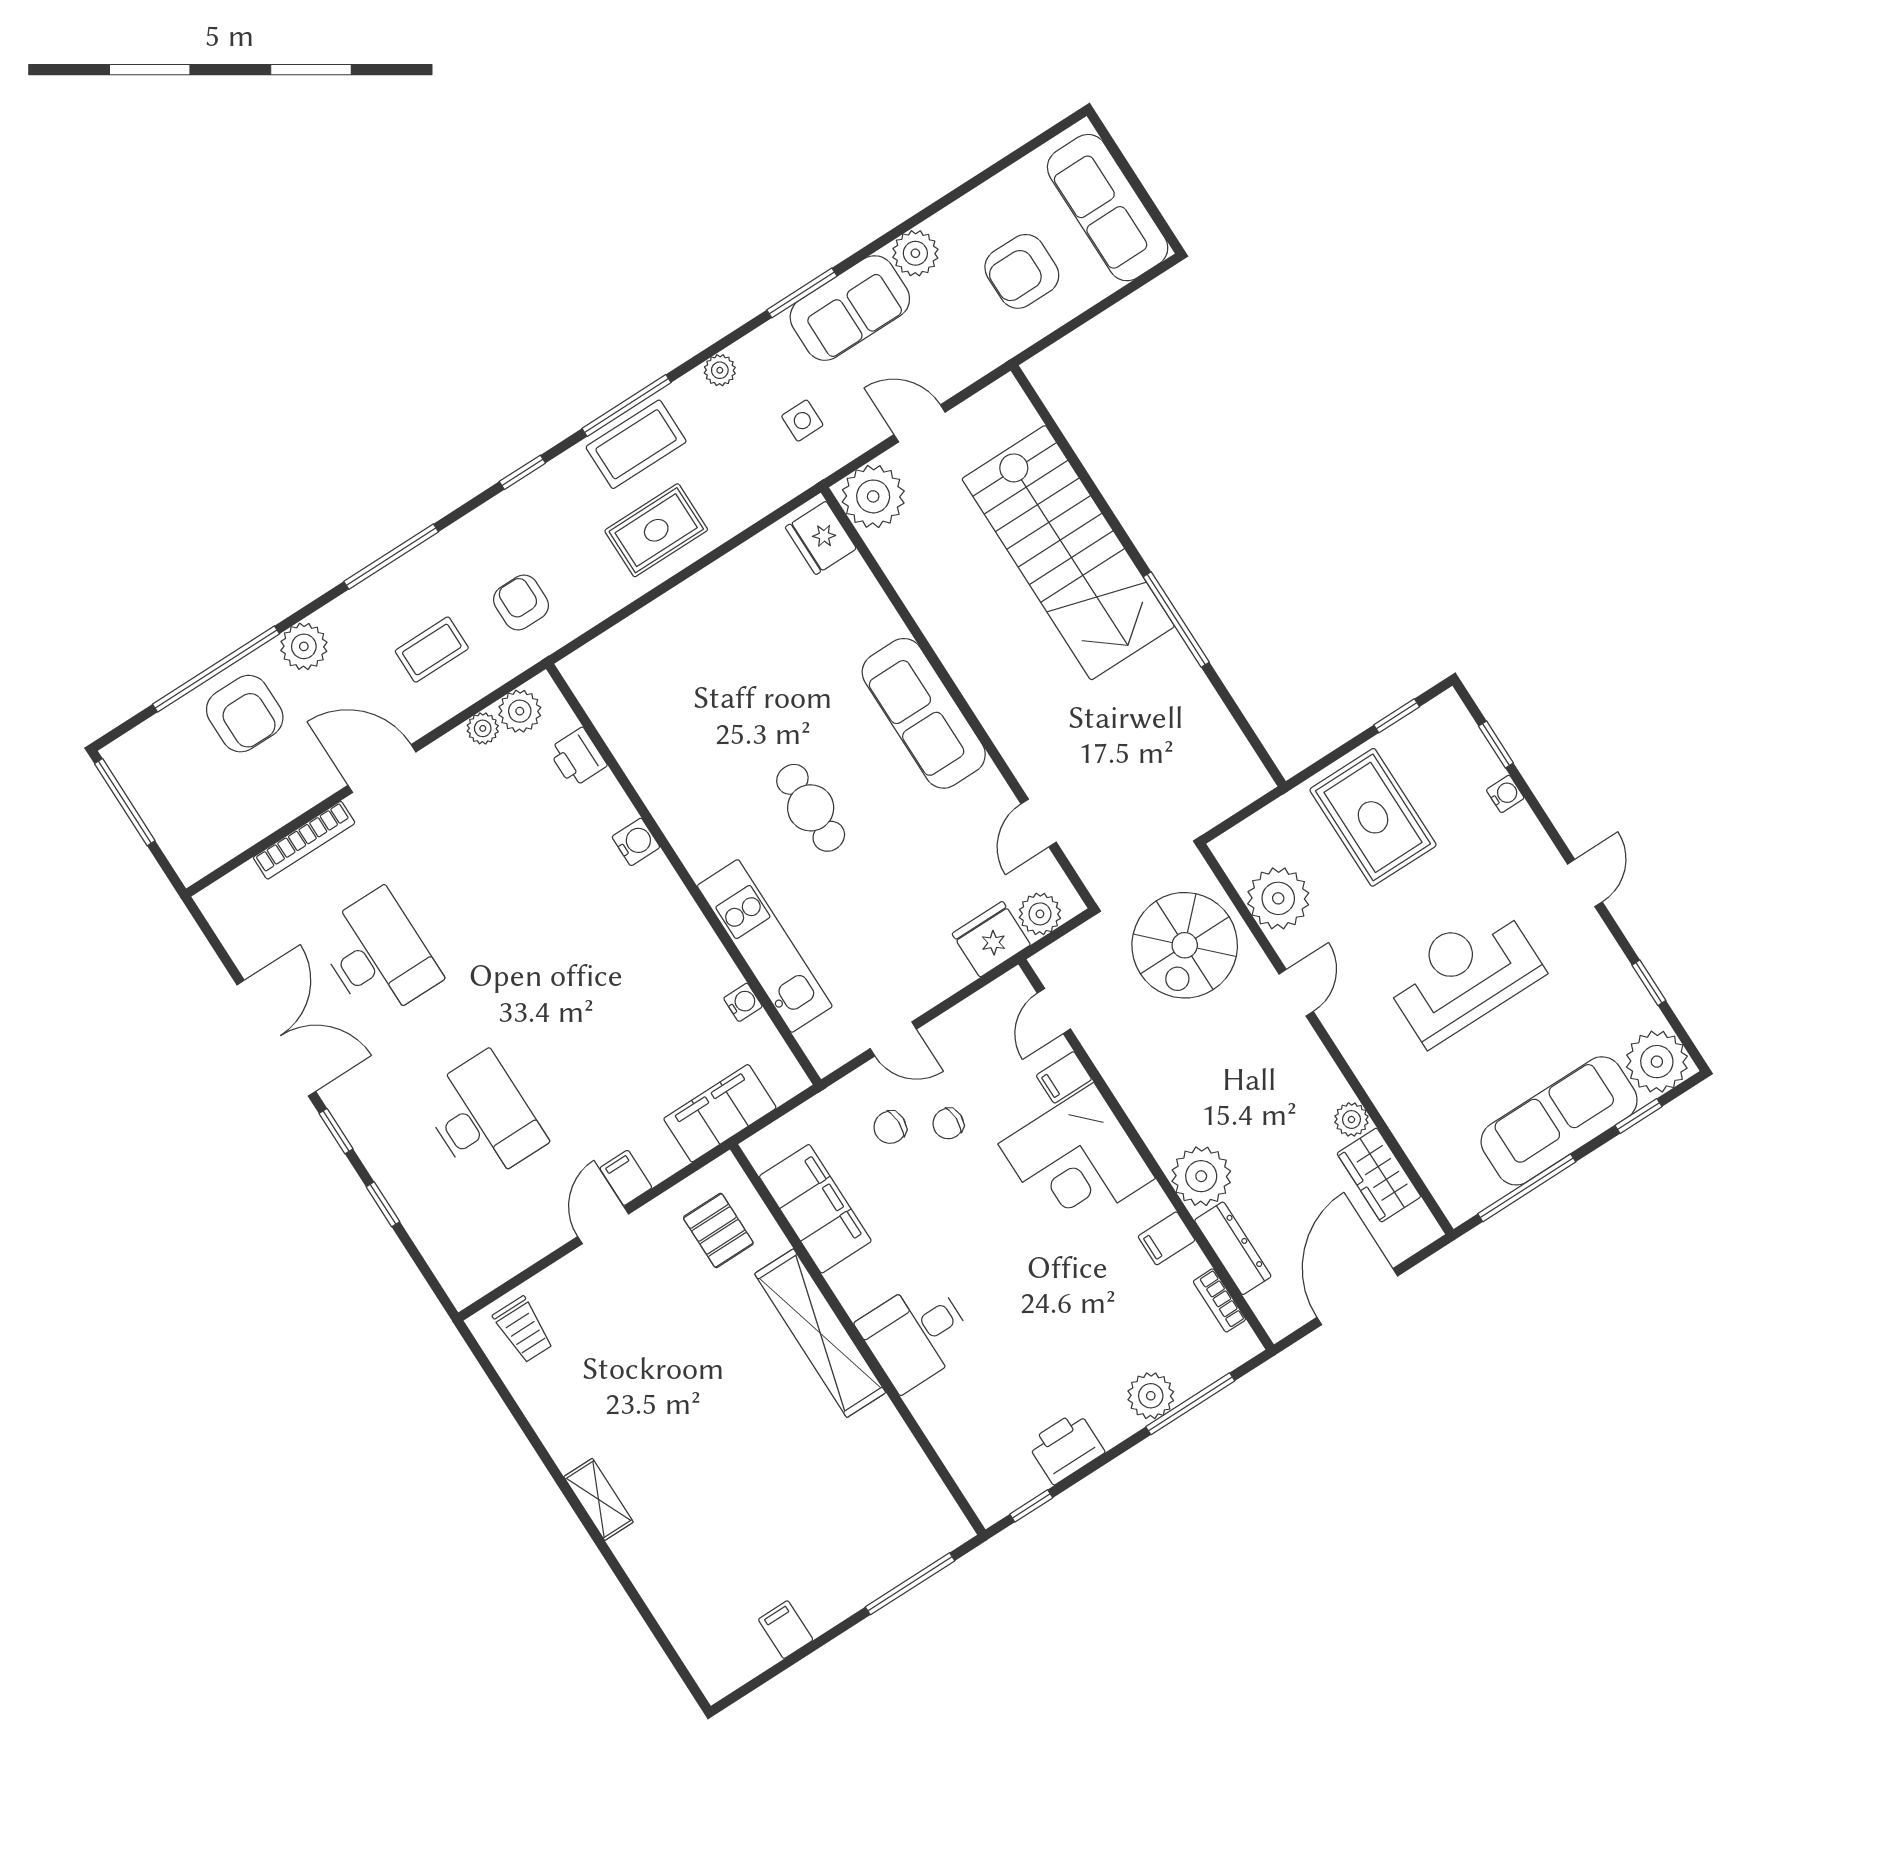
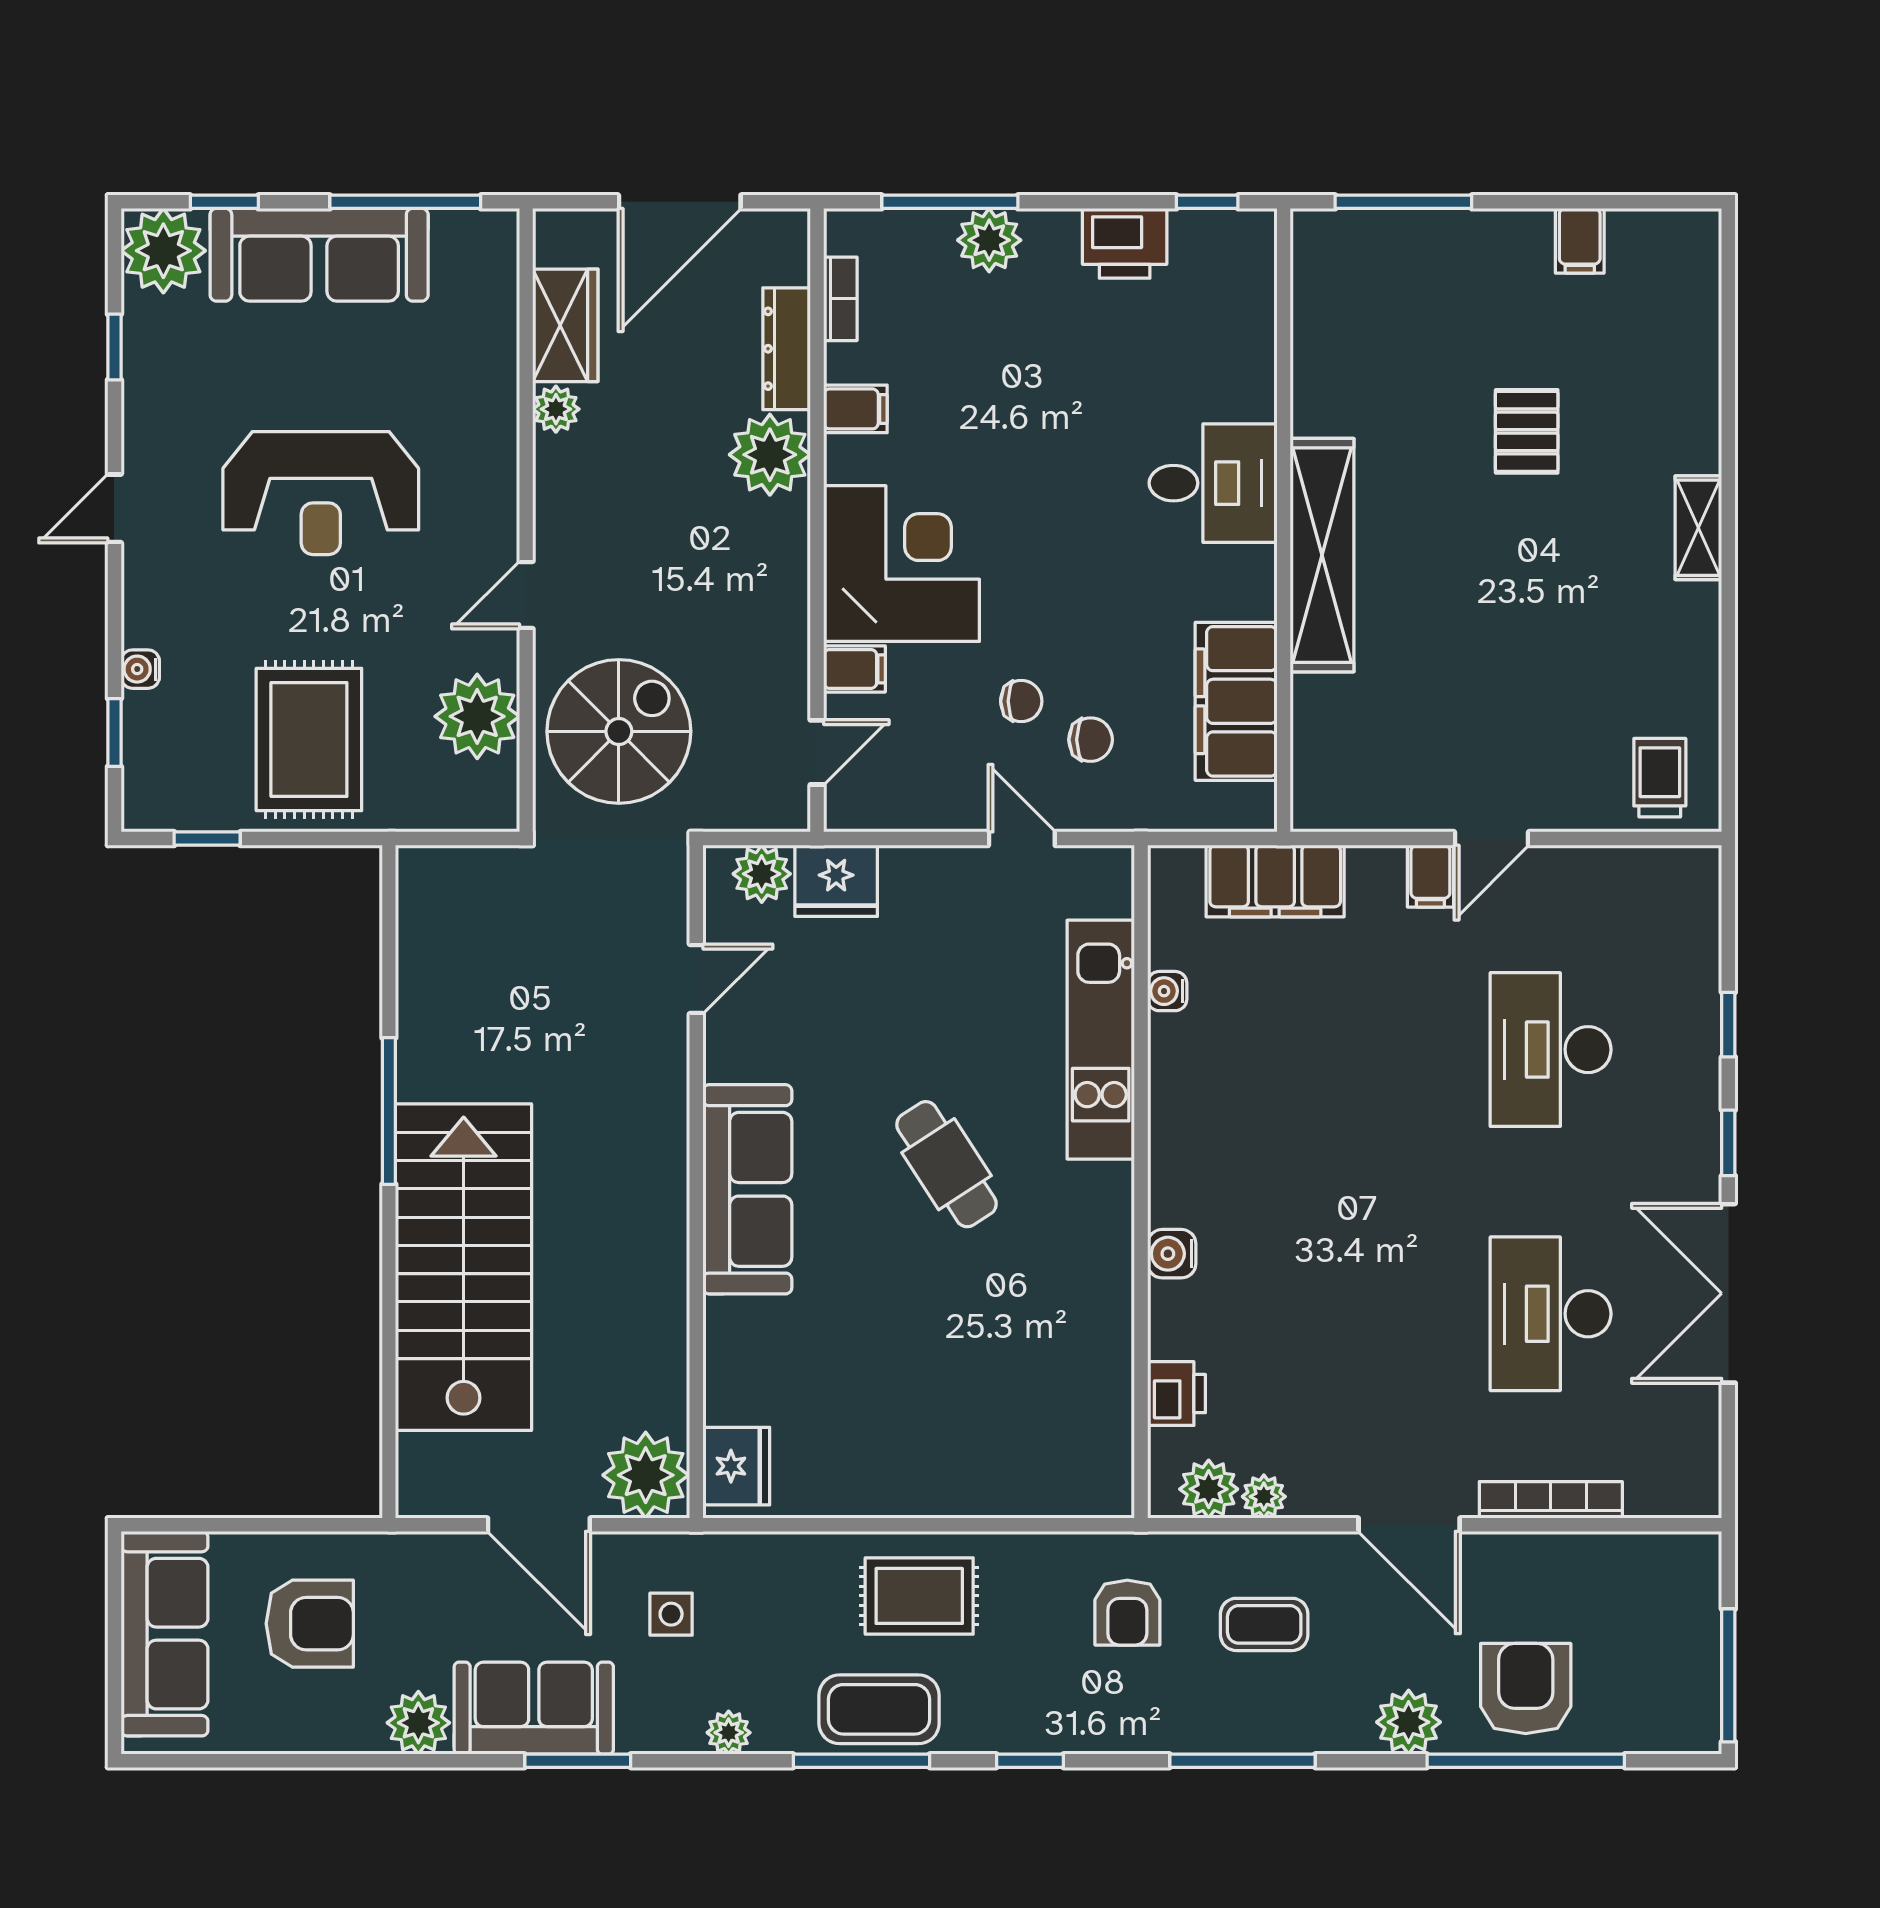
door: (919, 423) -> (539, 1525), width x1.38
cafe table: (811, 808) -> (947, 1164), turned -33
pallet: (718, 1230) -> (1527, 431), moved

